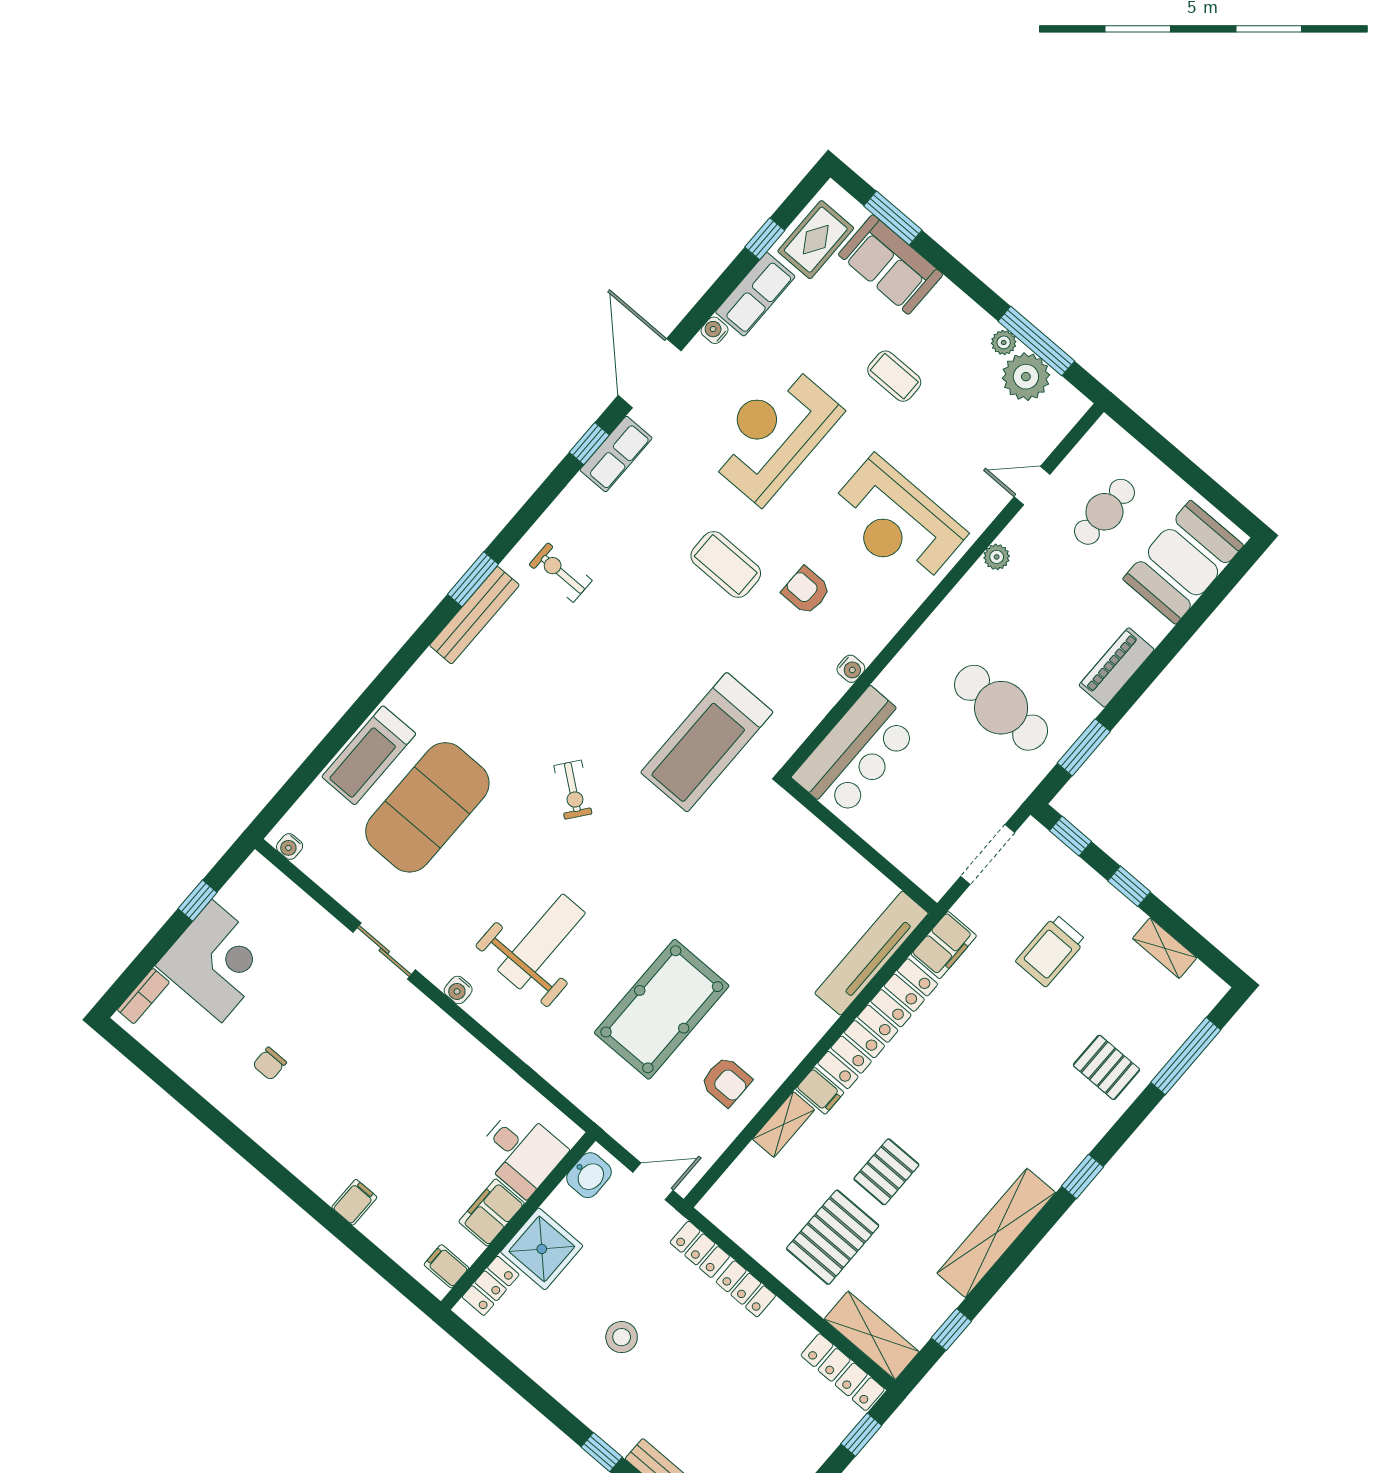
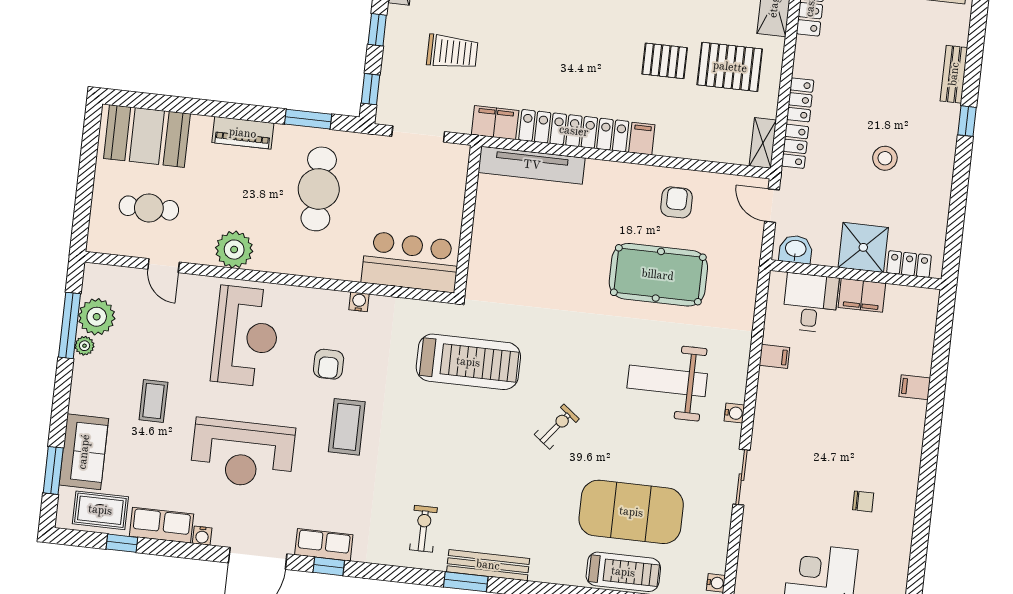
plant: (997, 557) -> (234, 250), width x1.88, depth x1.88
exercise bike: (561, 572) -> (423, 529), turned 180
shelving: (784, 1124) -> (763, 143), moved, turned 90
filing cabinet: (446, 1266) -> (774, 356), moved, turned -90

